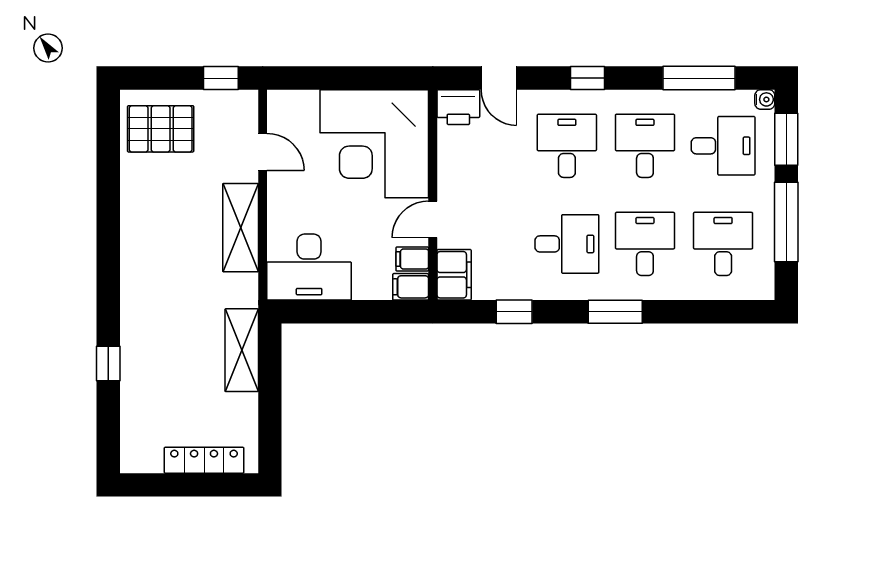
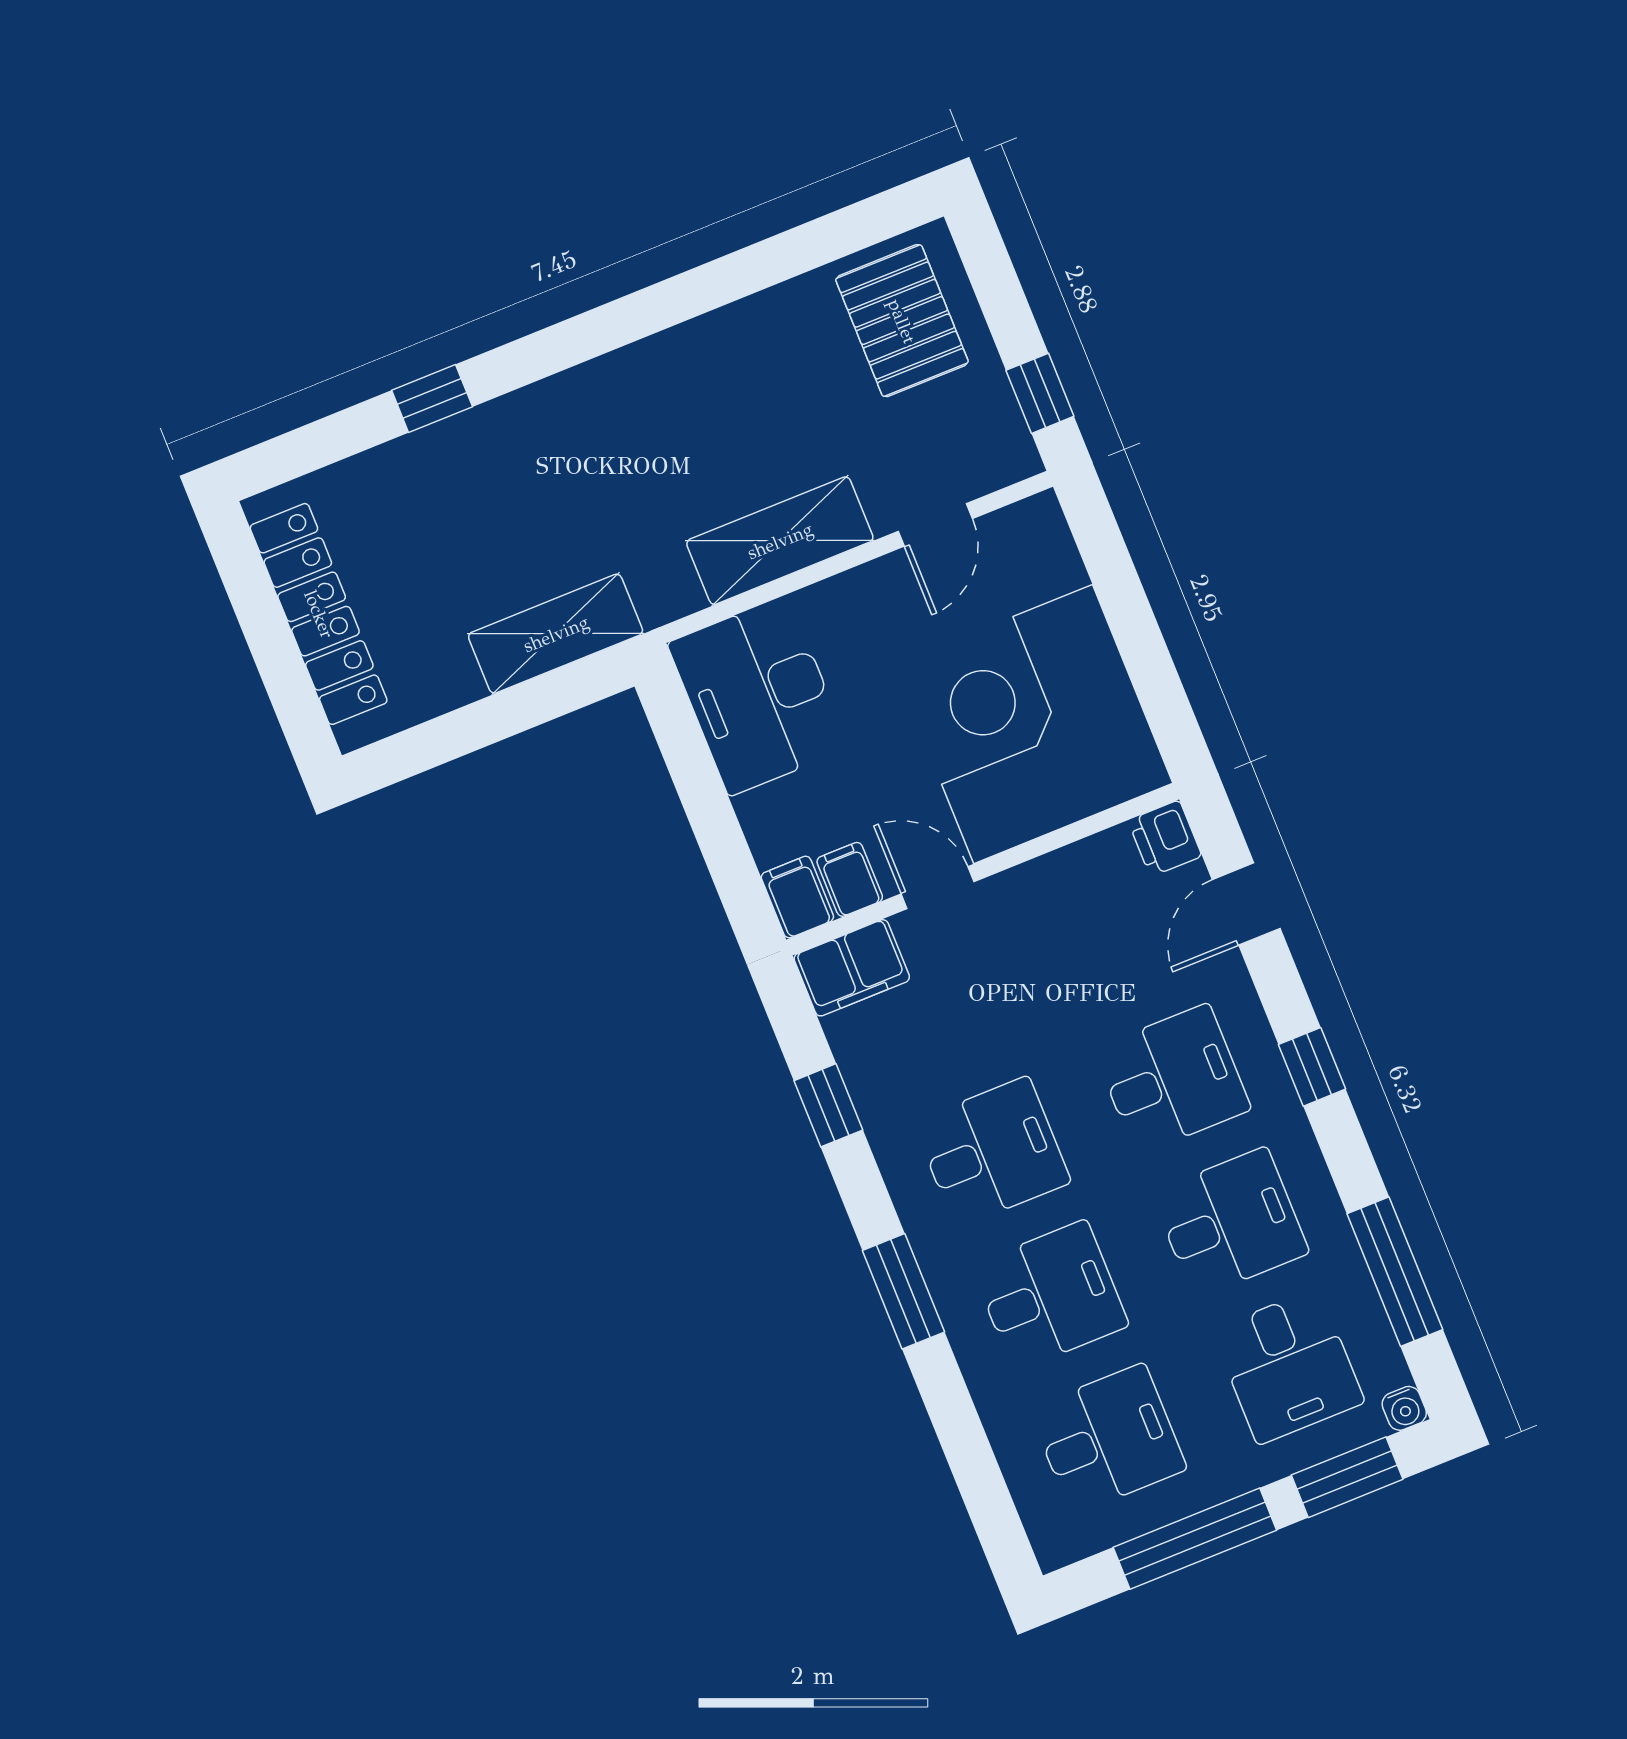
printer: (458, 107) -> (1165, 838), width x0.73, depth x0.81
desk: (567, 244) -> (992, 1152), turned -90
locker: (204, 460) -> (319, 614), width x1.41, depth x1.21

